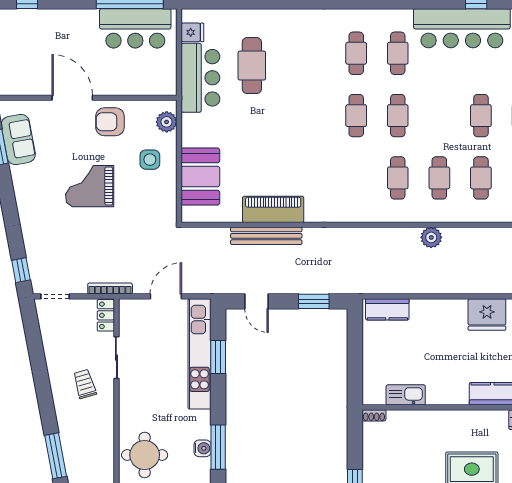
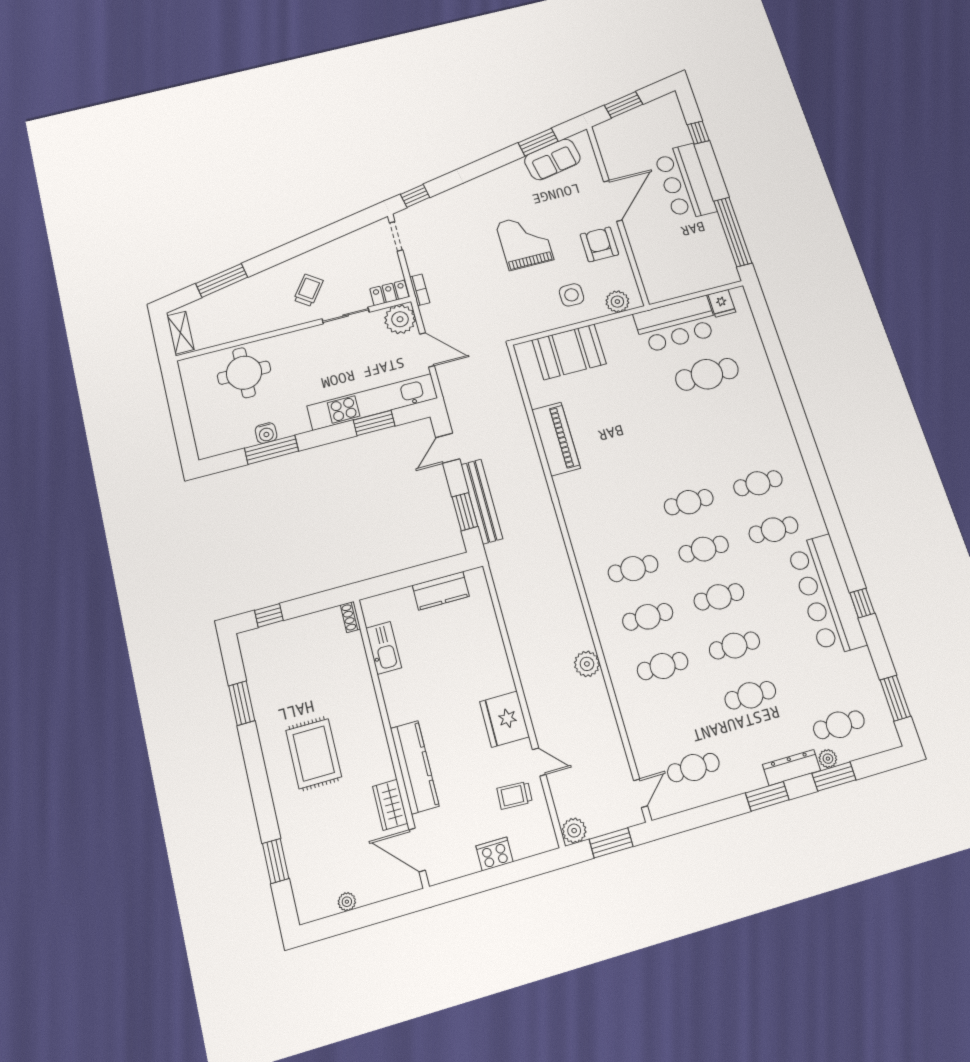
bar counter: (135, 28) -> (685, 182), moved
cafe table: (439, 116) -> (719, 597), added
bench: (266, 236) -> (482, 501), moved
plant: (431, 237) -> (587, 664), moved
bookcase: (110, 289) -> (420, 290), width x0.64
kitchen counter: (387, 309) -> (441, 591), moved, turned -90
plant: (132, 312) -> (400, 319), added
trolley: (85, 384) -> (308, 290), turned -38

